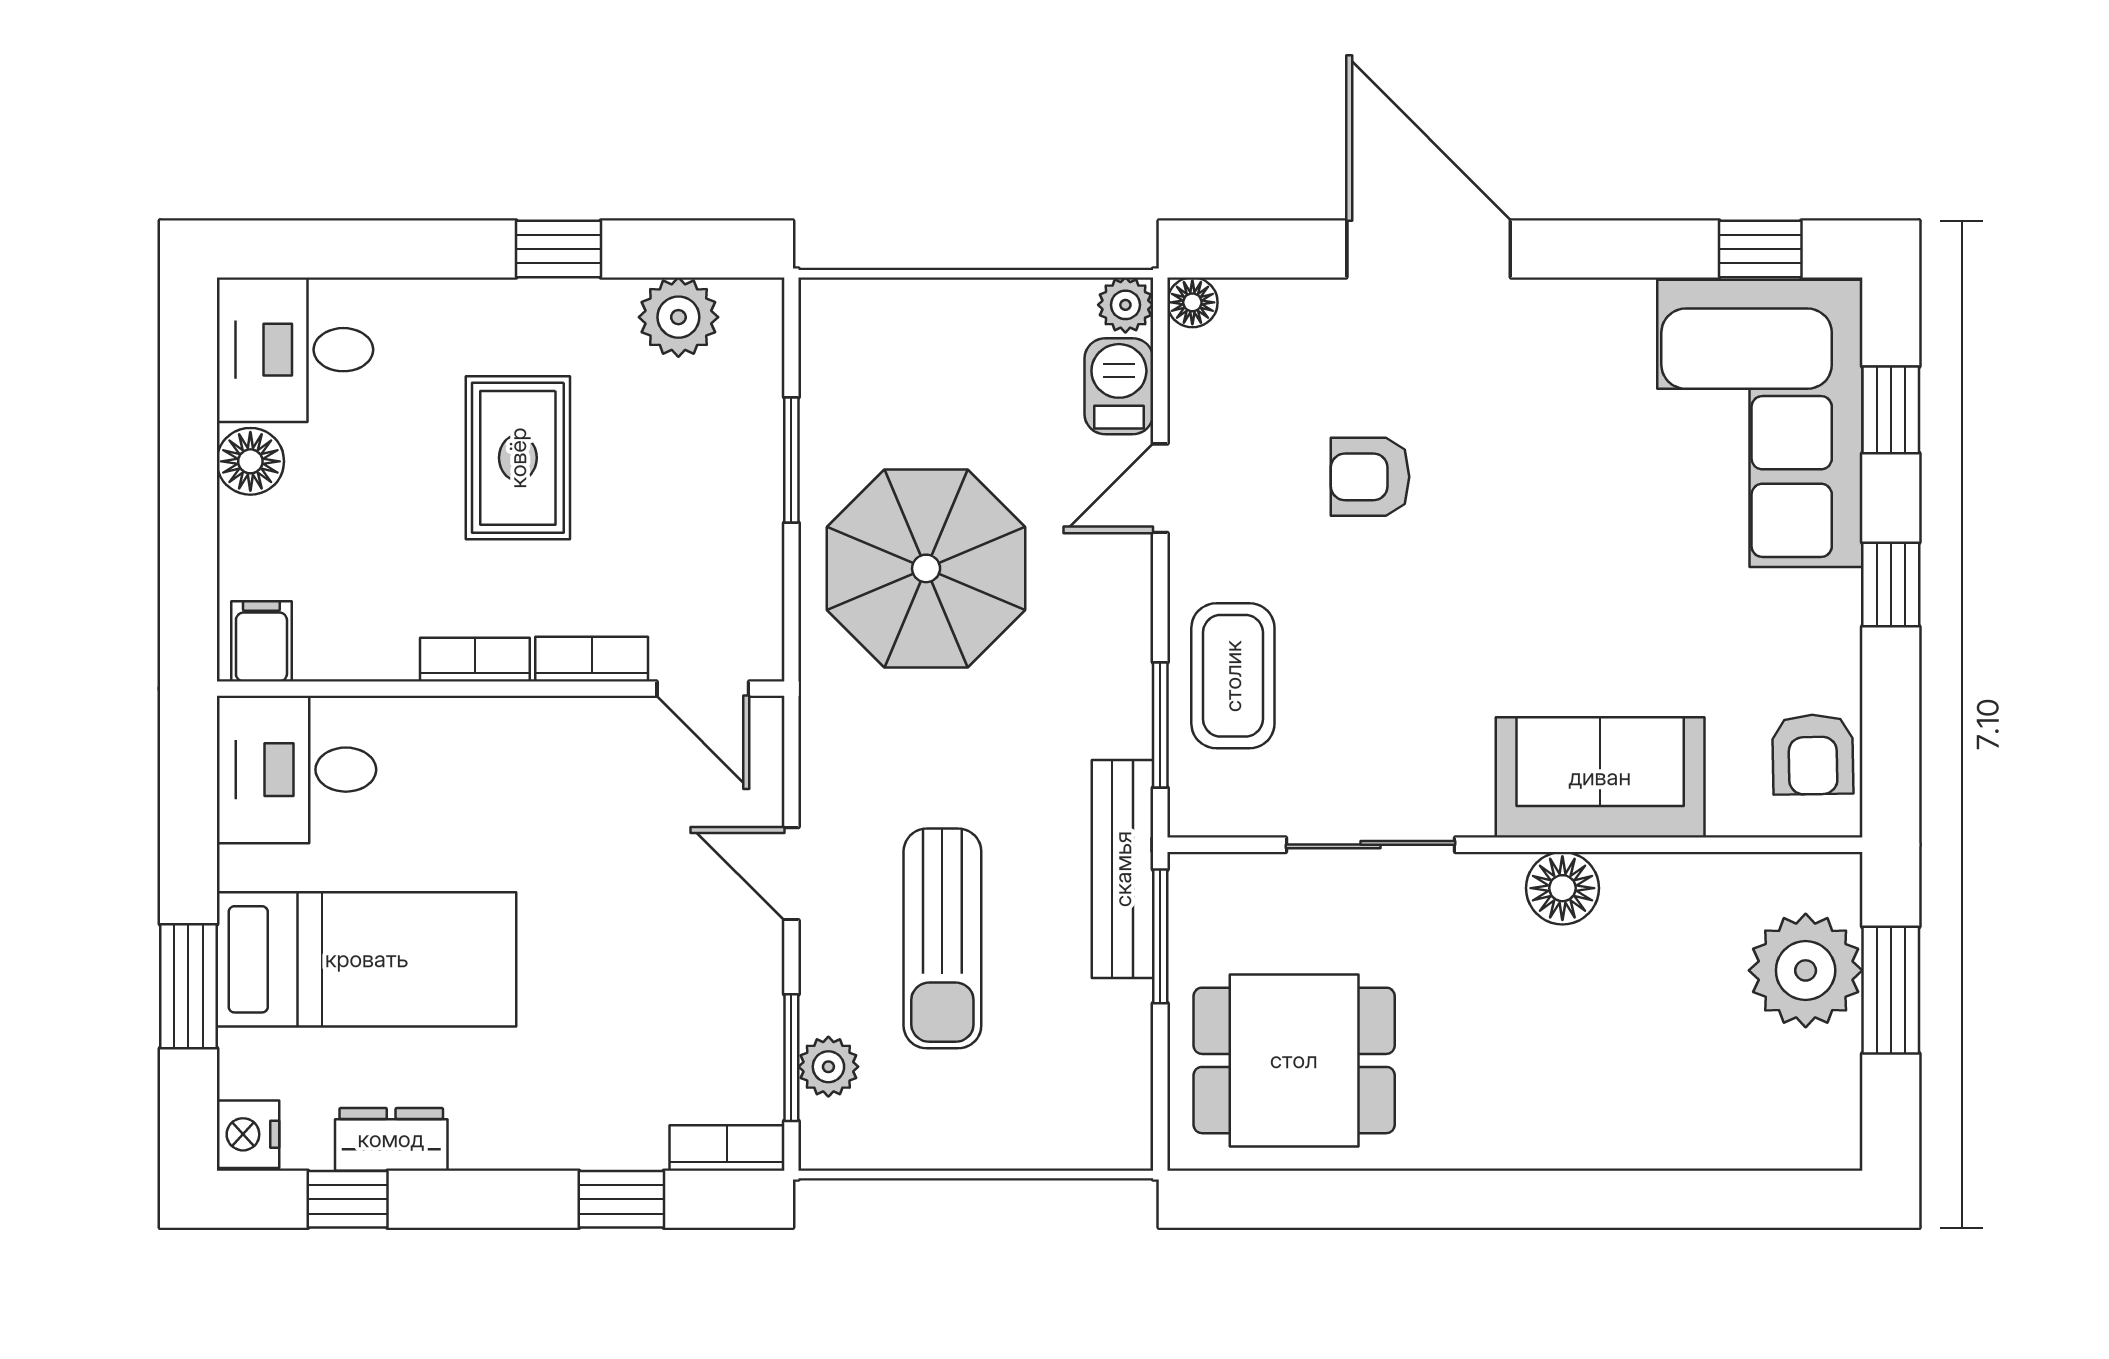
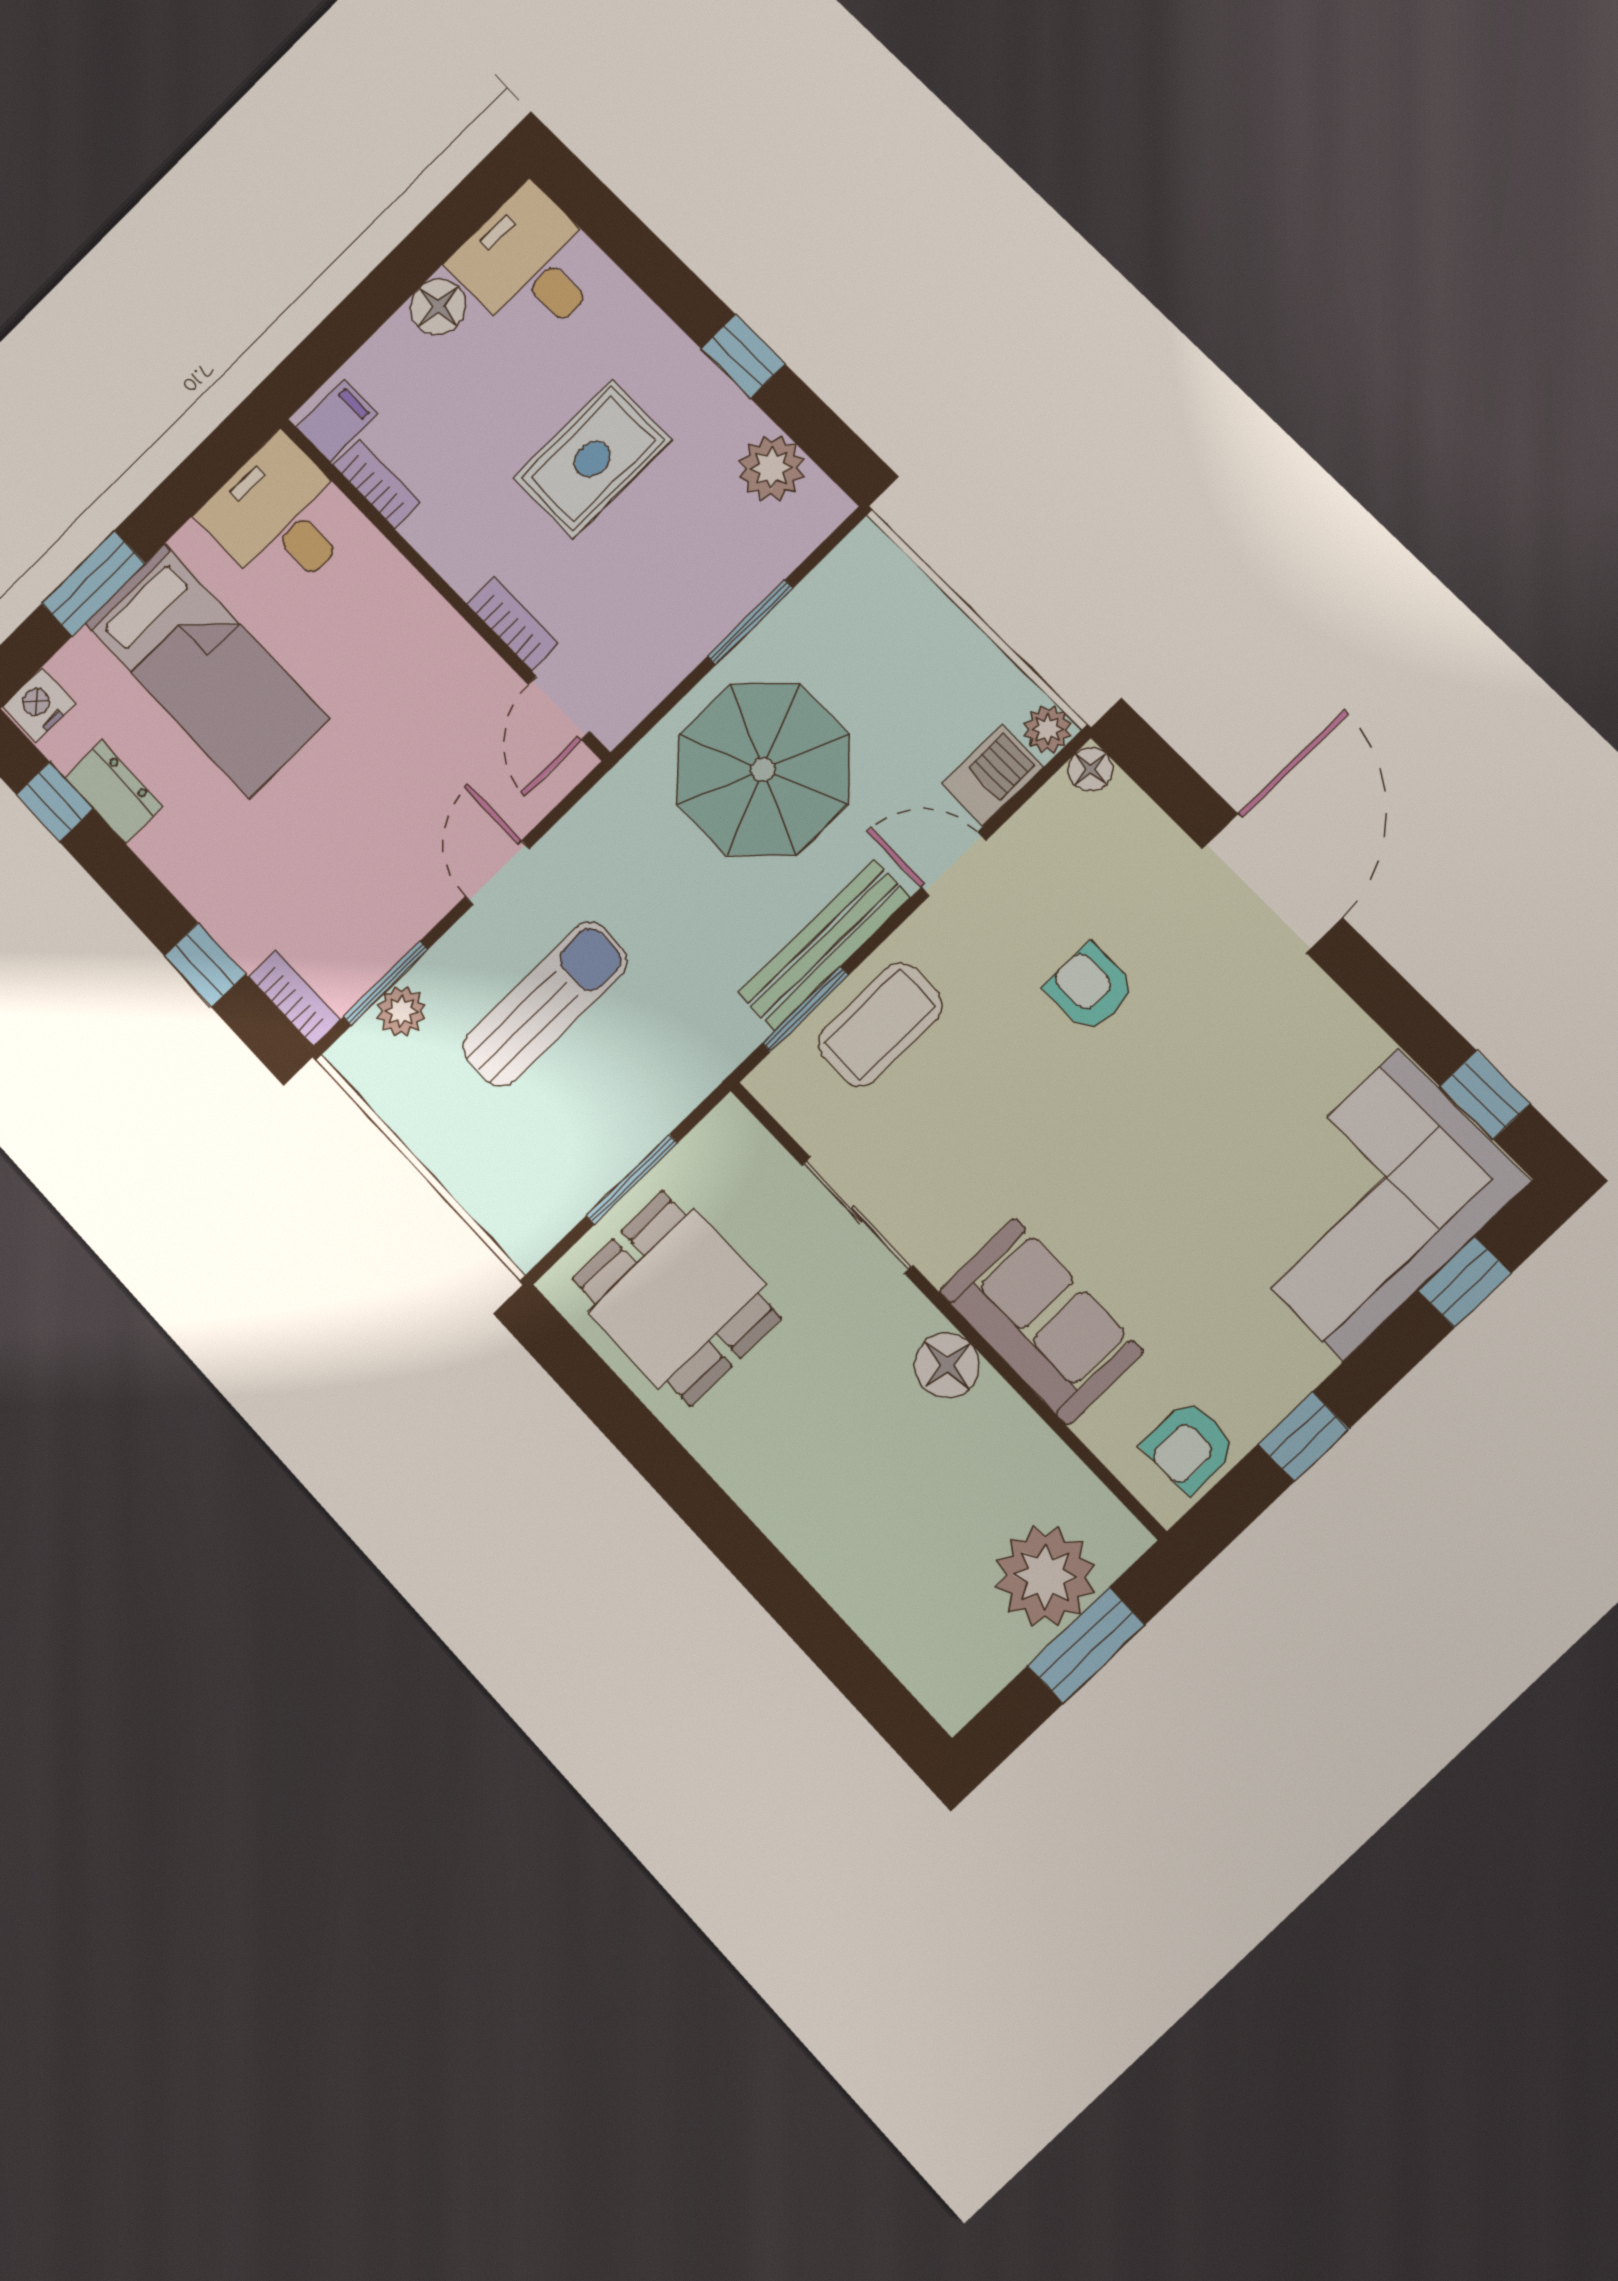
window: (1891, 585) -> (1303, 1437), moved
bookcase: (475, 660) -> (377, 484), moved
bench: (1123, 869) -> (824, 945), moved
window: (1160, 936) -> (632, 1179), moved
sun lounger: (942, 938) -> (545, 1004), turned 180

